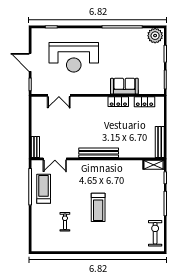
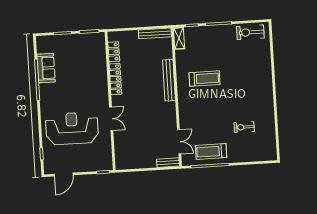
plant: (155, 36) -> (44, 45), removed
reception desk: (74, 57) -> (72, 128), turned -90
door: (30, 62) -> (64, 175), moved
sofa: (124, 86) -> (46, 68), moved, turned 180
double door: (59, 95) -> (111, 119), moved
locker: (118, 102) -> (115, 79), width x1.53
bench: (99, 153) -> (169, 80), moved
treadmill: (98, 207) -> (204, 79), moved

